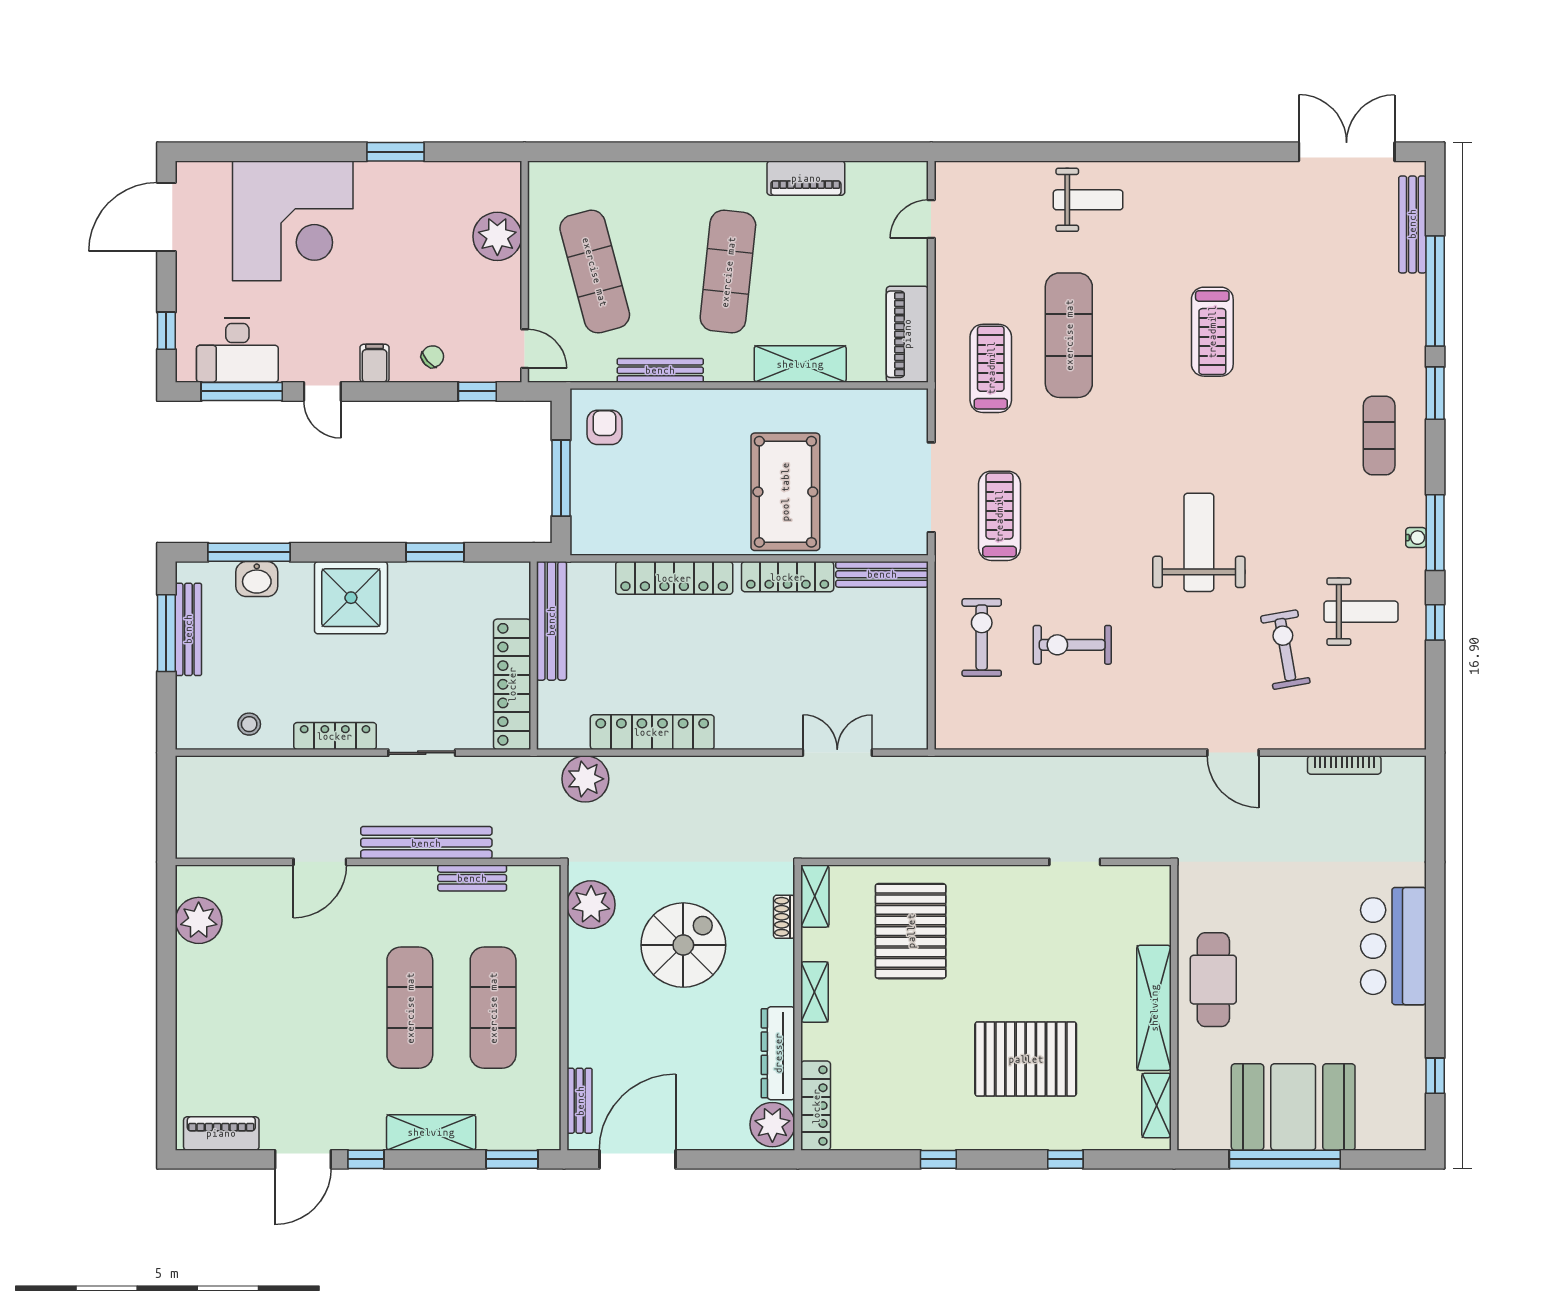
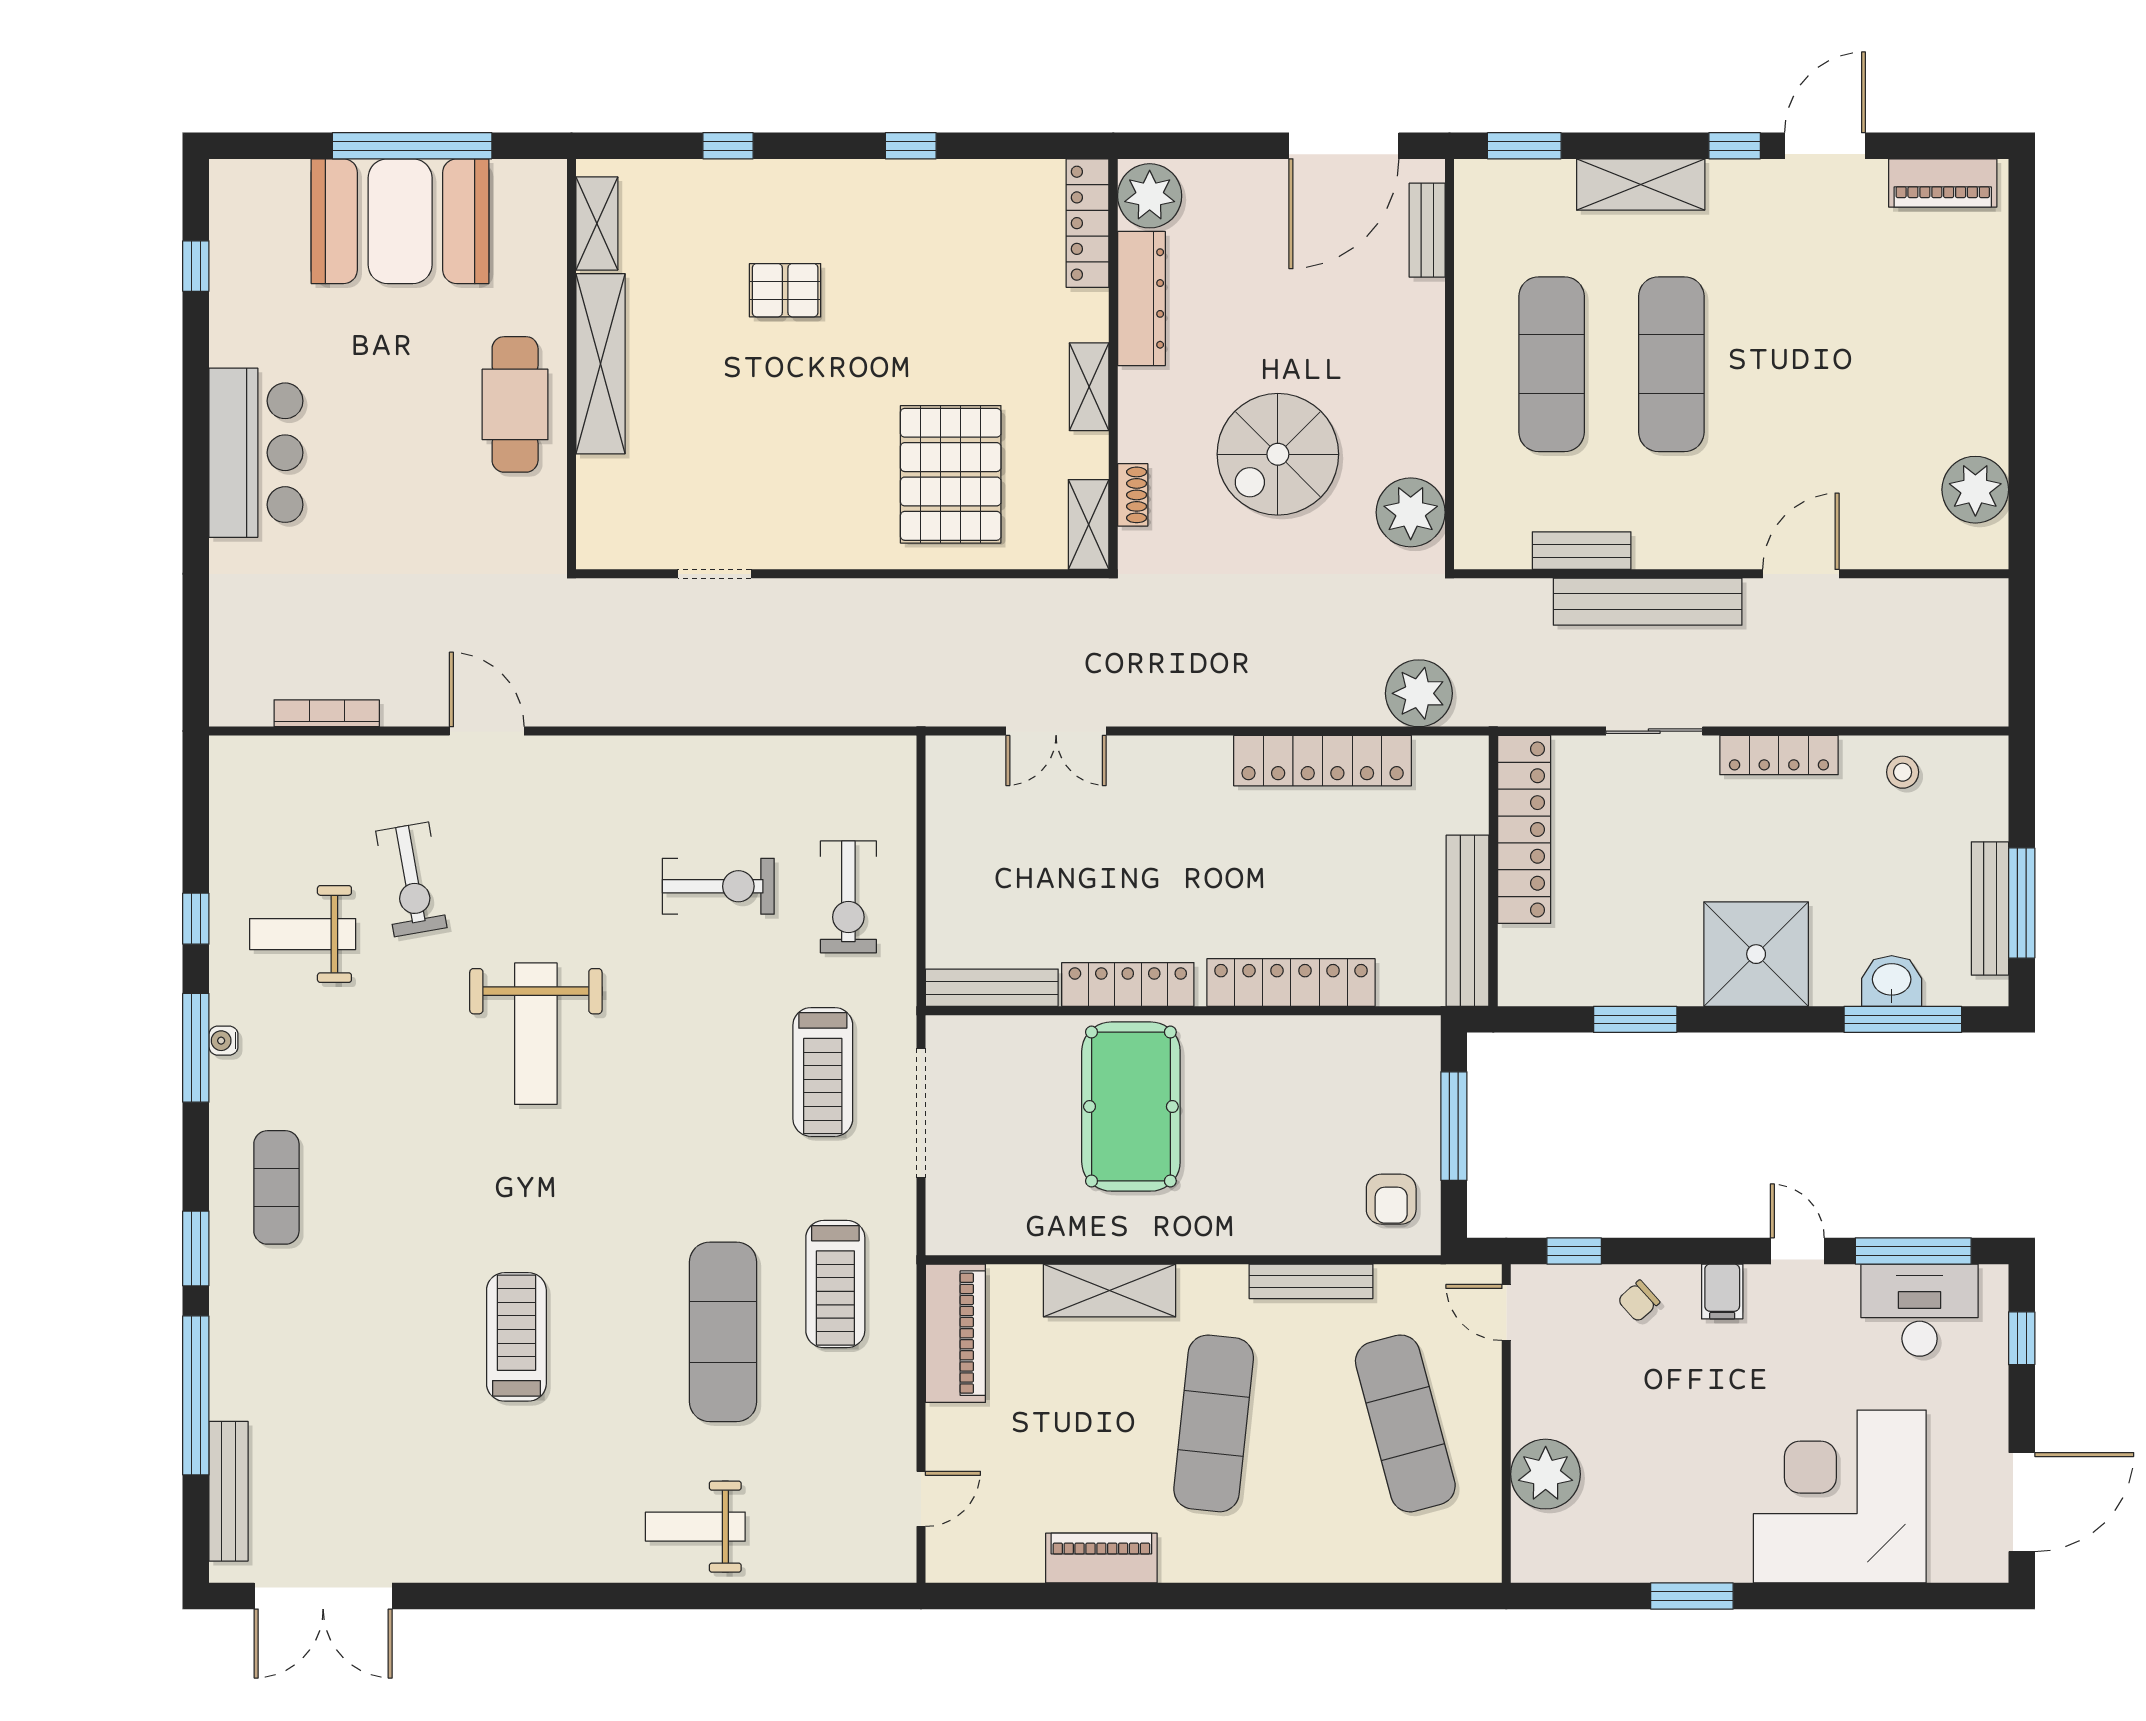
pallet: (1026, 1059) -> (785, 290), width x0.49, depth x0.50

